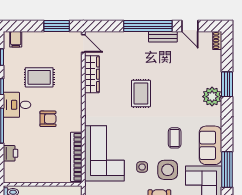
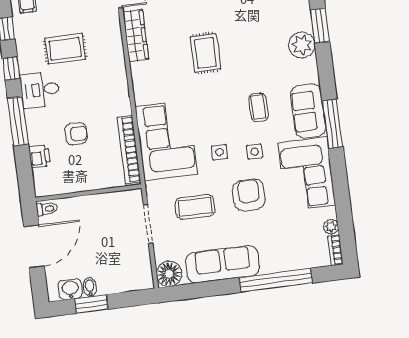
armchair: (48, 119) -> (76, 134), moved
window: (227, 169) -> (333, 124), moved
side table: (168, 170) -> (255, 152), width x0.54, depth x0.54

